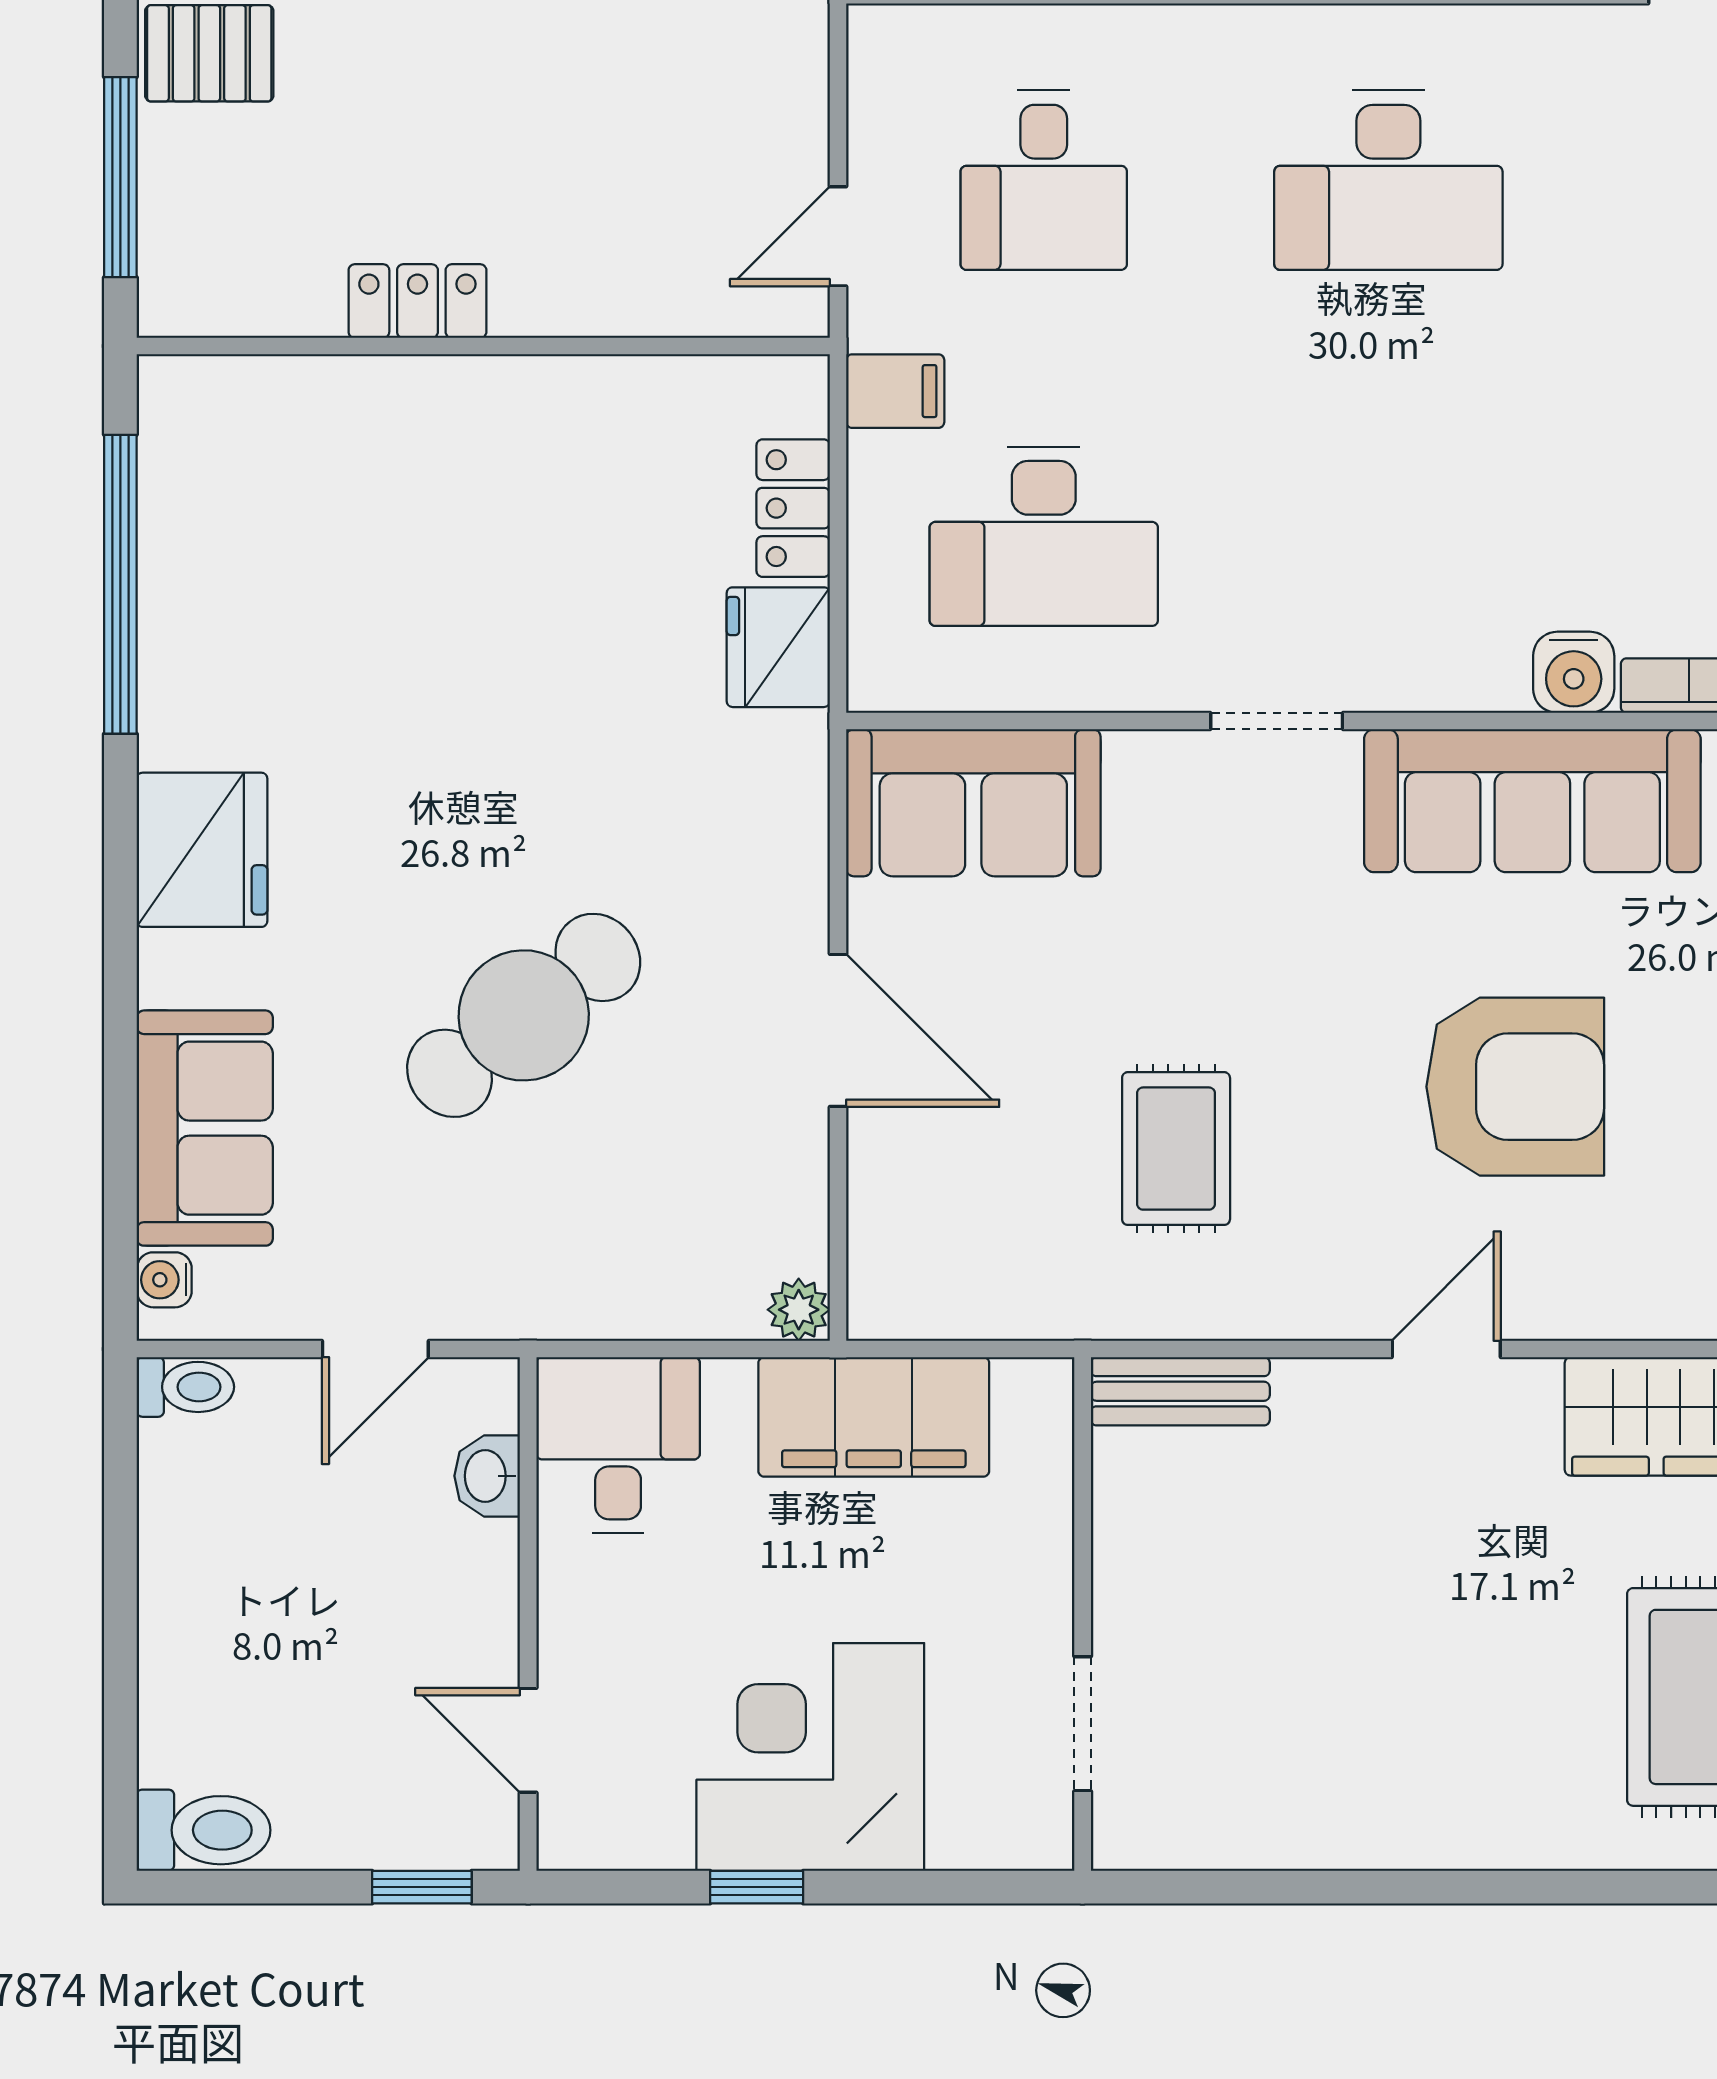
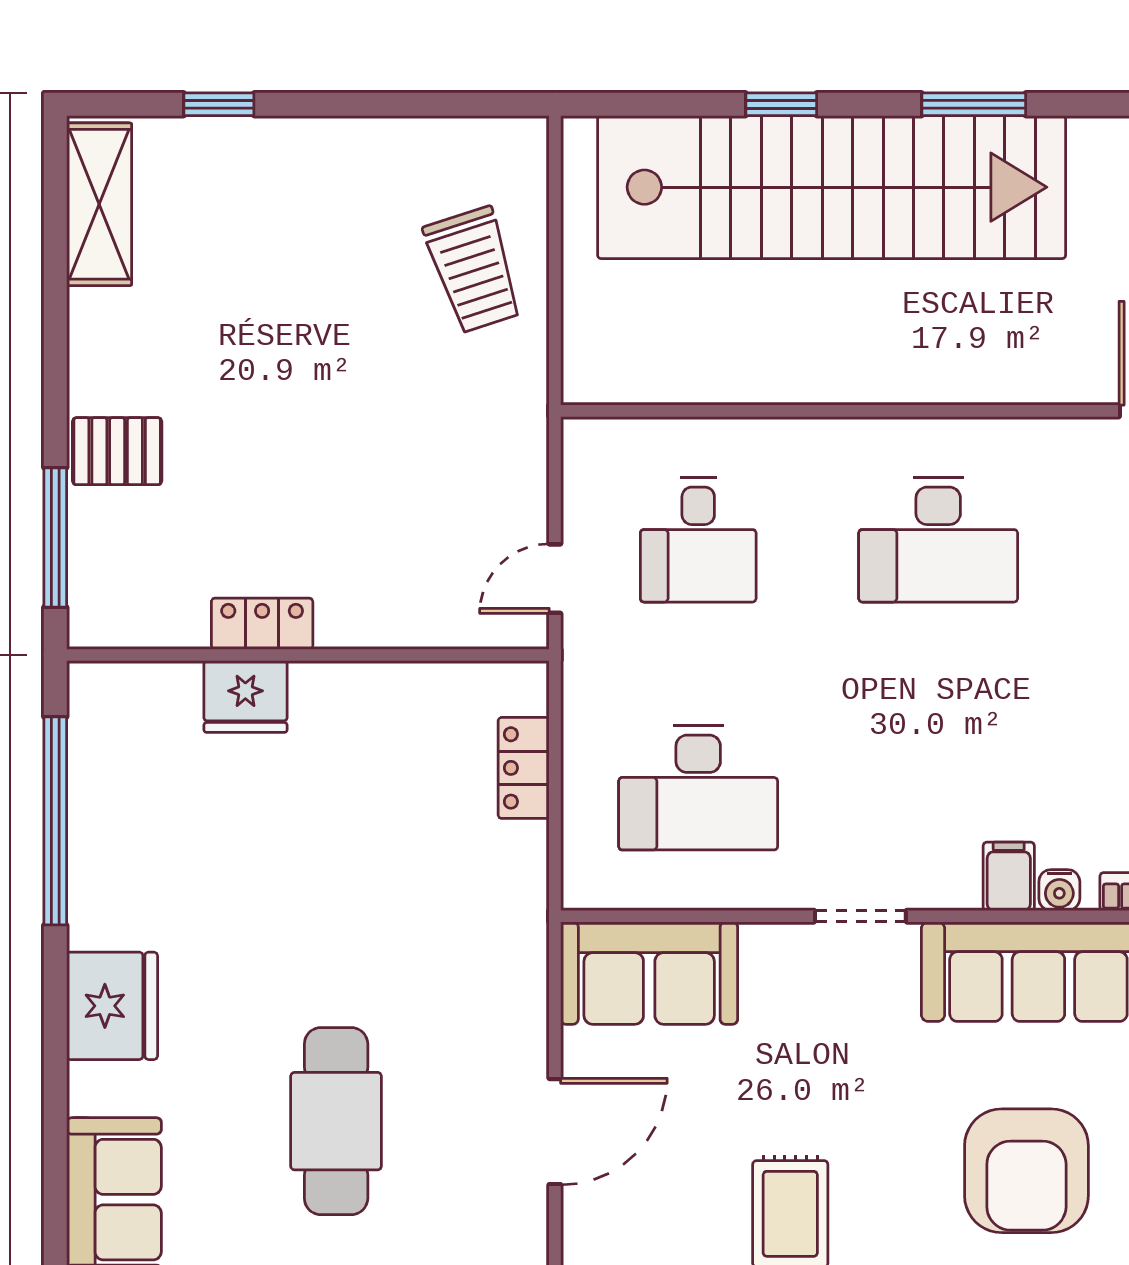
filing cabinet: (895, 391) -> (1009, 876), moved, turned -90
fridge: (778, 647) -> (245, 697), moved, turned -90
water cooler: (1574, 672) -> (1059, 890), width x0.72, depth x0.72
cafe table: (524, 1015) -> (336, 1121), turned -52
door: (838, 1030) -> (555, 1132), hinge flipped
armchair: (1515, 1087) -> (1026, 1171), turned 90

